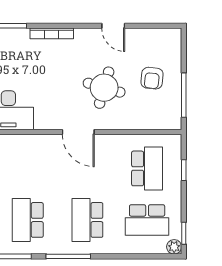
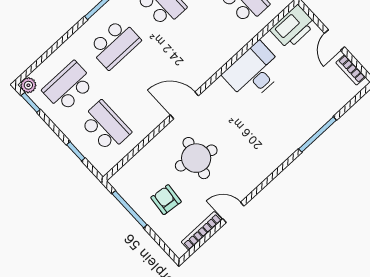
bookcase: (52, 33) -> (202, 231), moved
school desk: (147, 168) -> (105, 126), turned 180
school desk: (87, 220) -> (115, 44), turned 90

